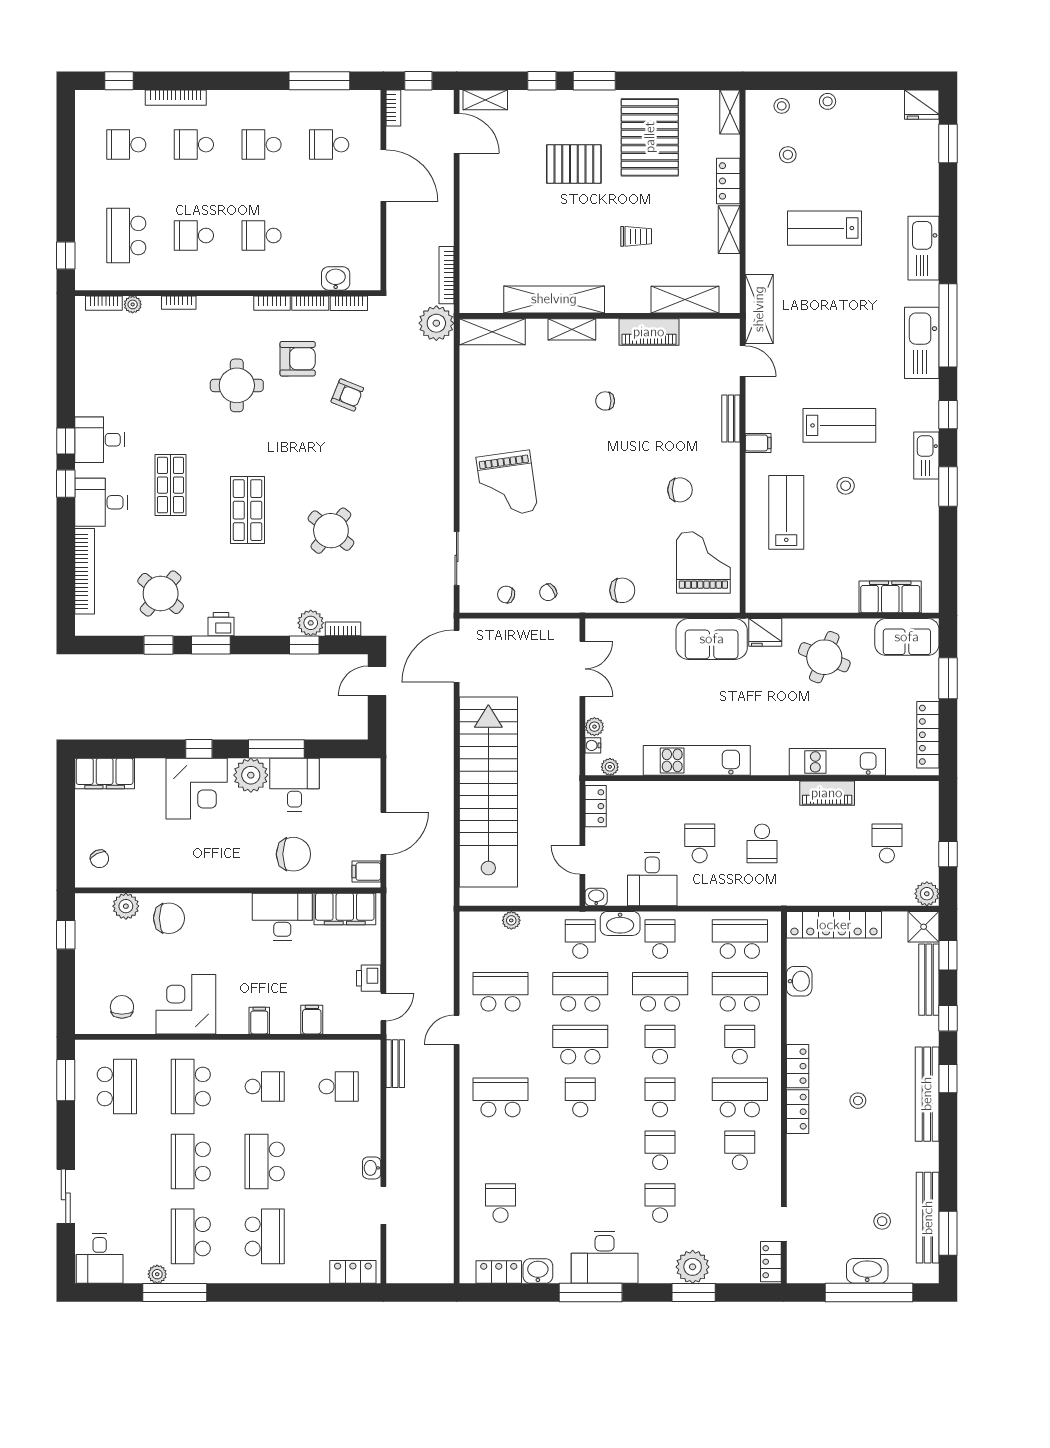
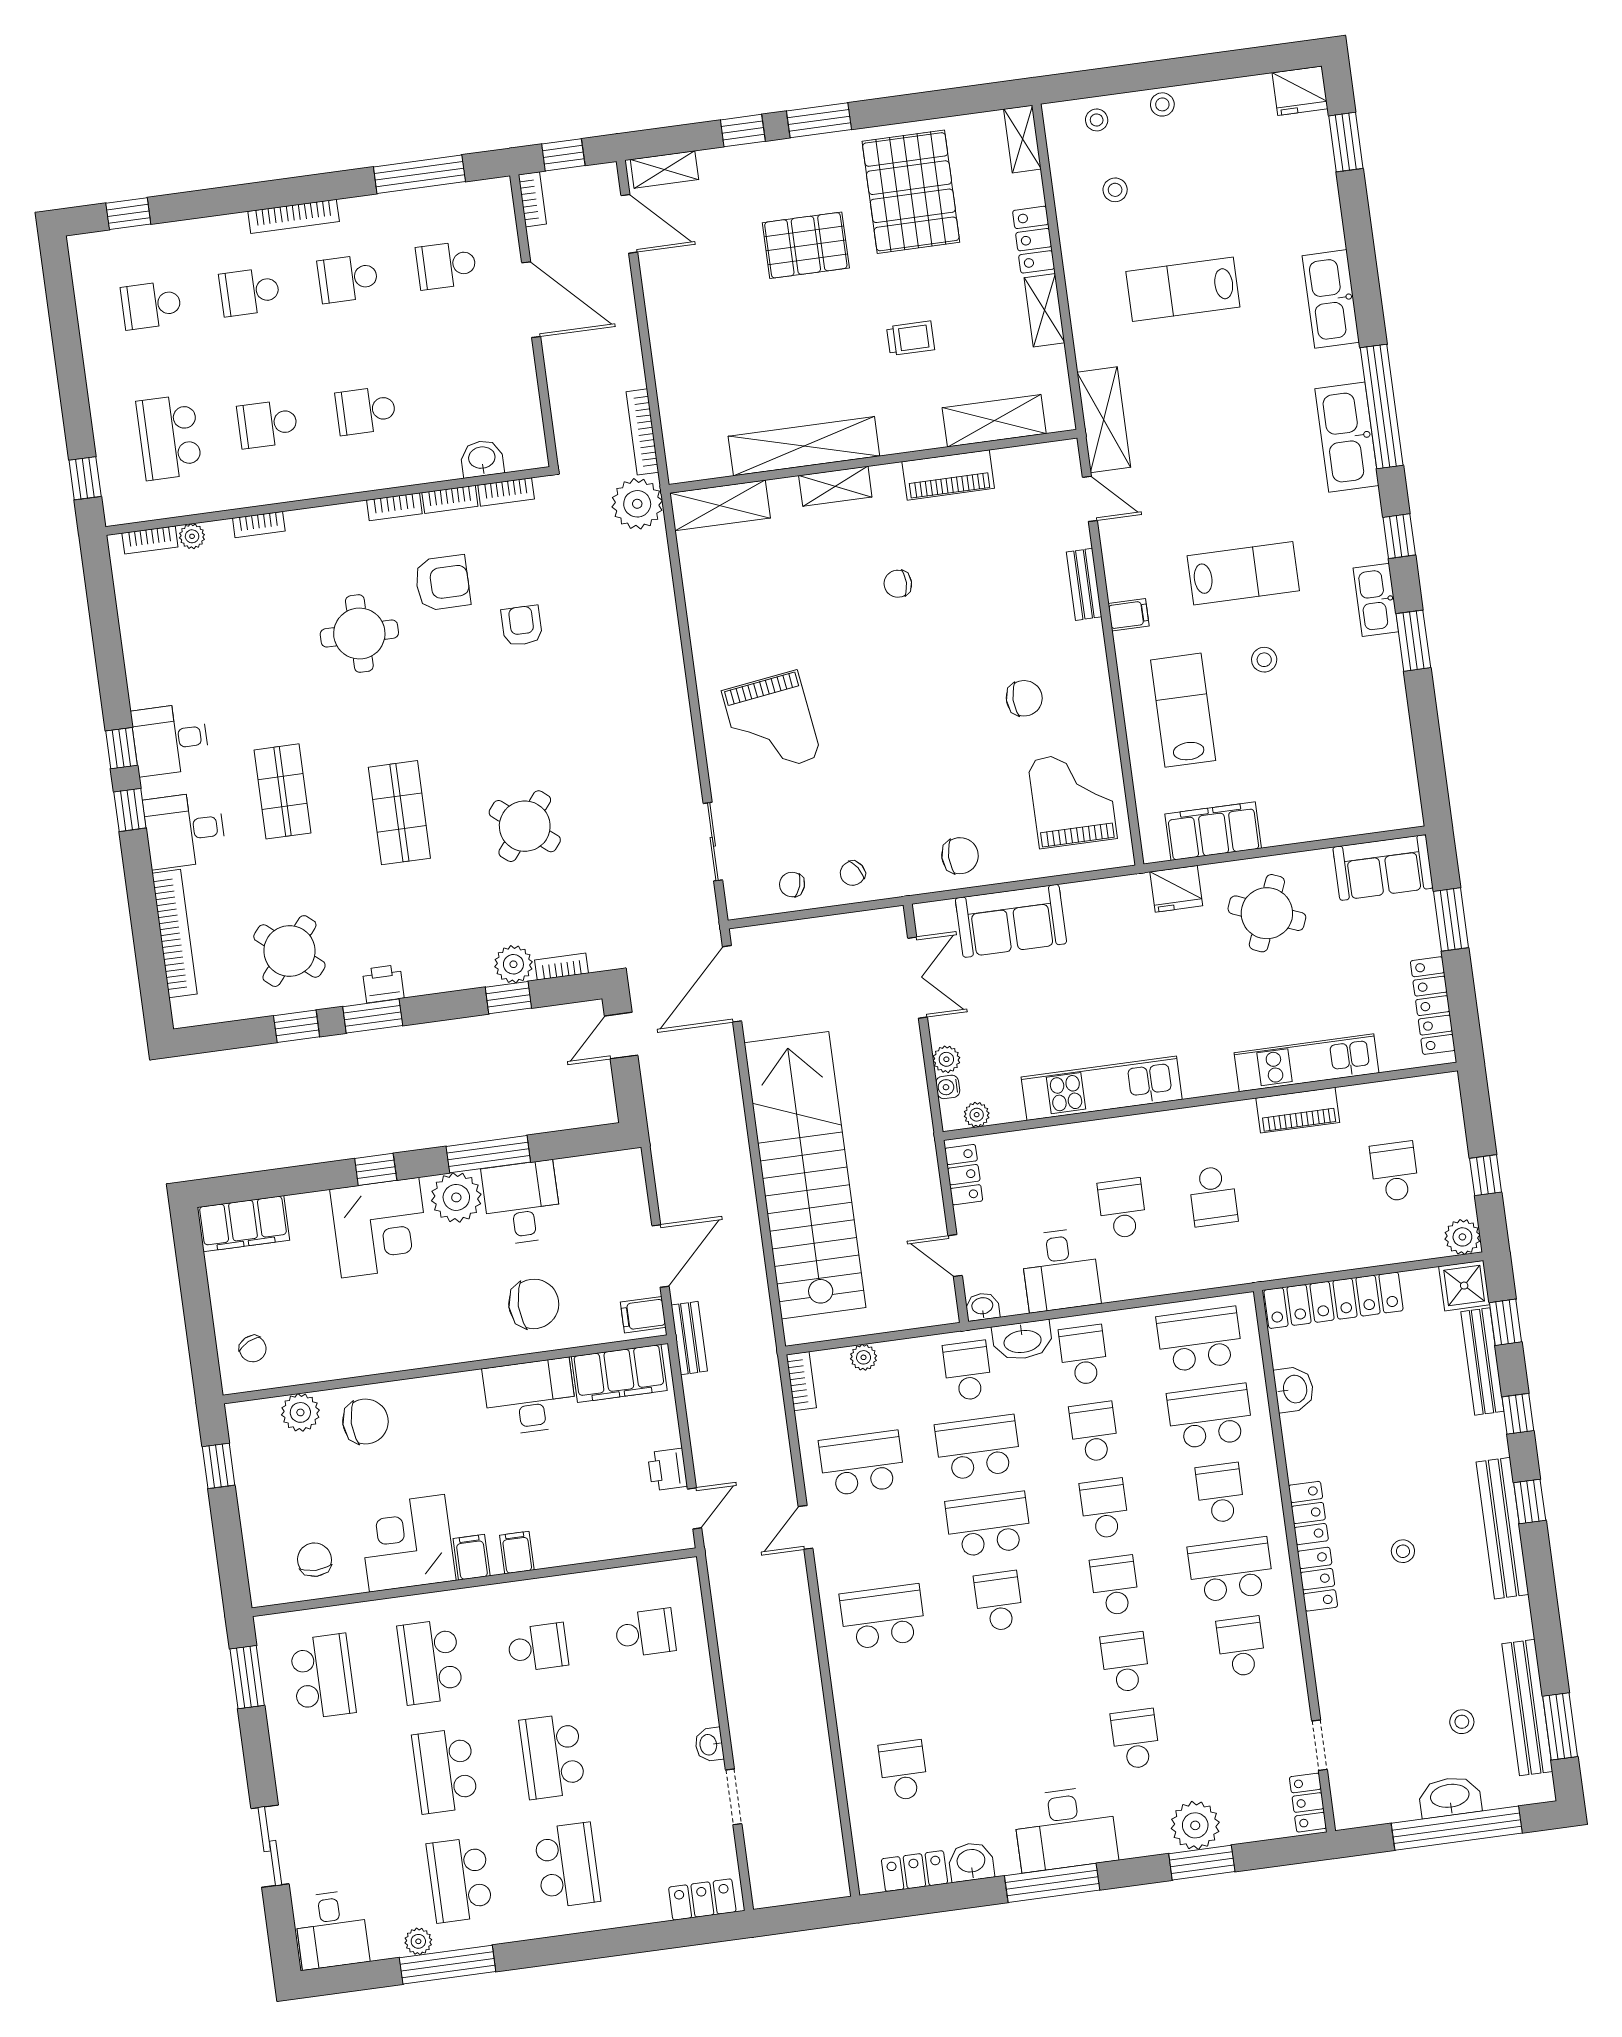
bookcase: (176, 98) -> (294, 216), moved
armchair: (347, 395) -> (522, 626), turned -112
filing cabinet: (890, 597) -> (1213, 831), moved
sofa: (712, 639) -> (1011, 921), moved
bookcase: (467, 931) -> (801, 1381), added
school desk: (660, 992) -> (1094, 1432), width x0.54
filing cabinet: (312, 1020) -> (472, 1557), moved
bench: (395, 1064) -> (689, 1338), moved

